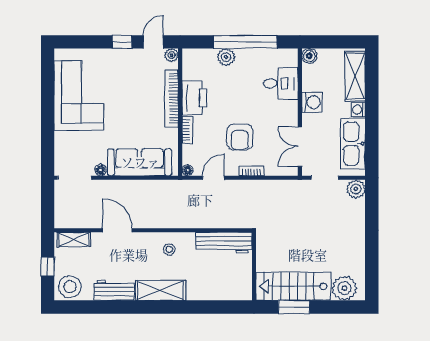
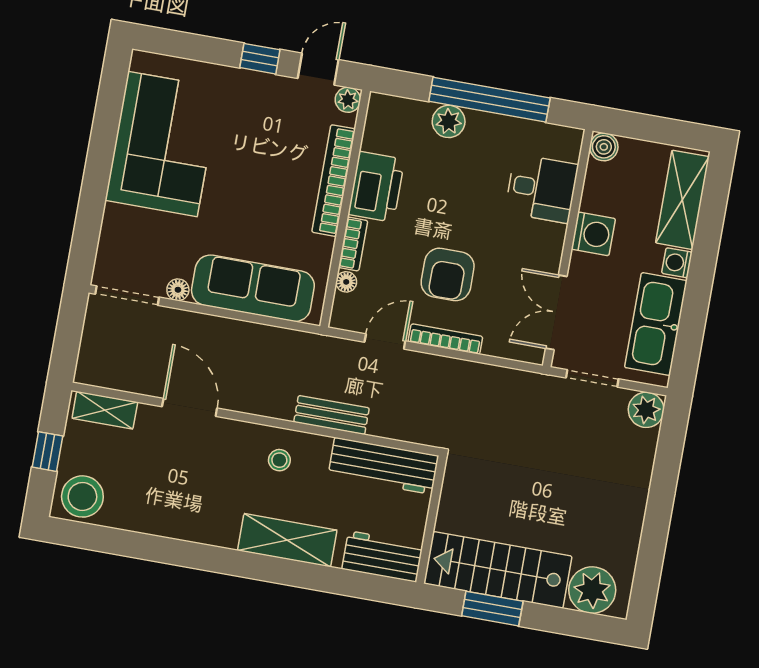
floor lamp: (188, 170) -> (346, 282), moved
bookcase: (252, 171) -> (445, 339), width x1.56
bench: (192, 221) -> (332, 415), added
workbench: (114, 290) -> (382, 557), moved
shelving: (160, 290) -> (287, 540), moved

